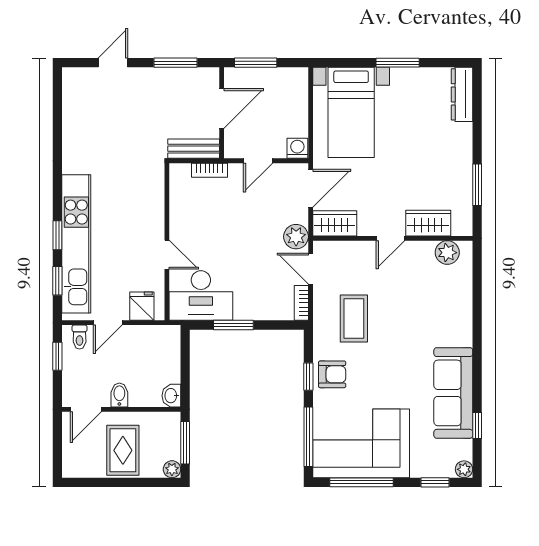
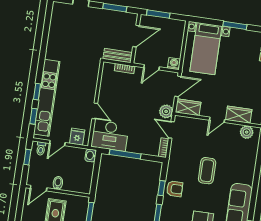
coffee table: (354, 318) -> (207, 171), moved
window: (233, 325) -> (125, 154), width x1.44
washbasin: (171, 396) -> (91, 155), moved

